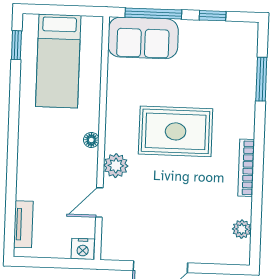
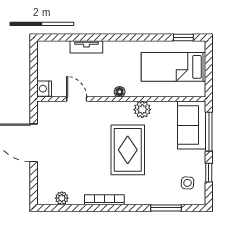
side table: (226, 47) -> (188, 183), added
plant: (116, 166) -> (142, 109), moved
tv unit: (23, 224) -> (86, 47), moved

